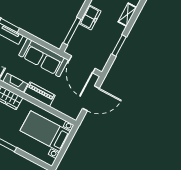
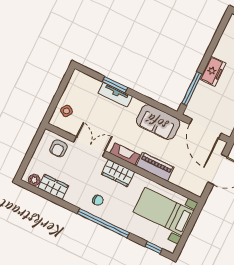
sofa: (44, 58) -> (158, 122), width x0.73
window: (36, 161) -> (154, 248), added

